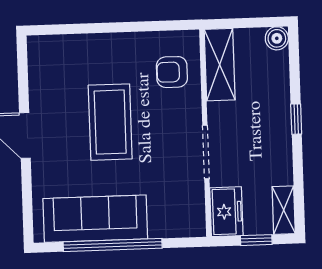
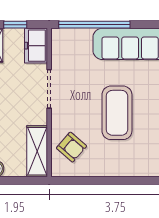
armchair: (172, 72) -> (71, 147), turned 41
window: (113, 245) -> (94, 25), moved

